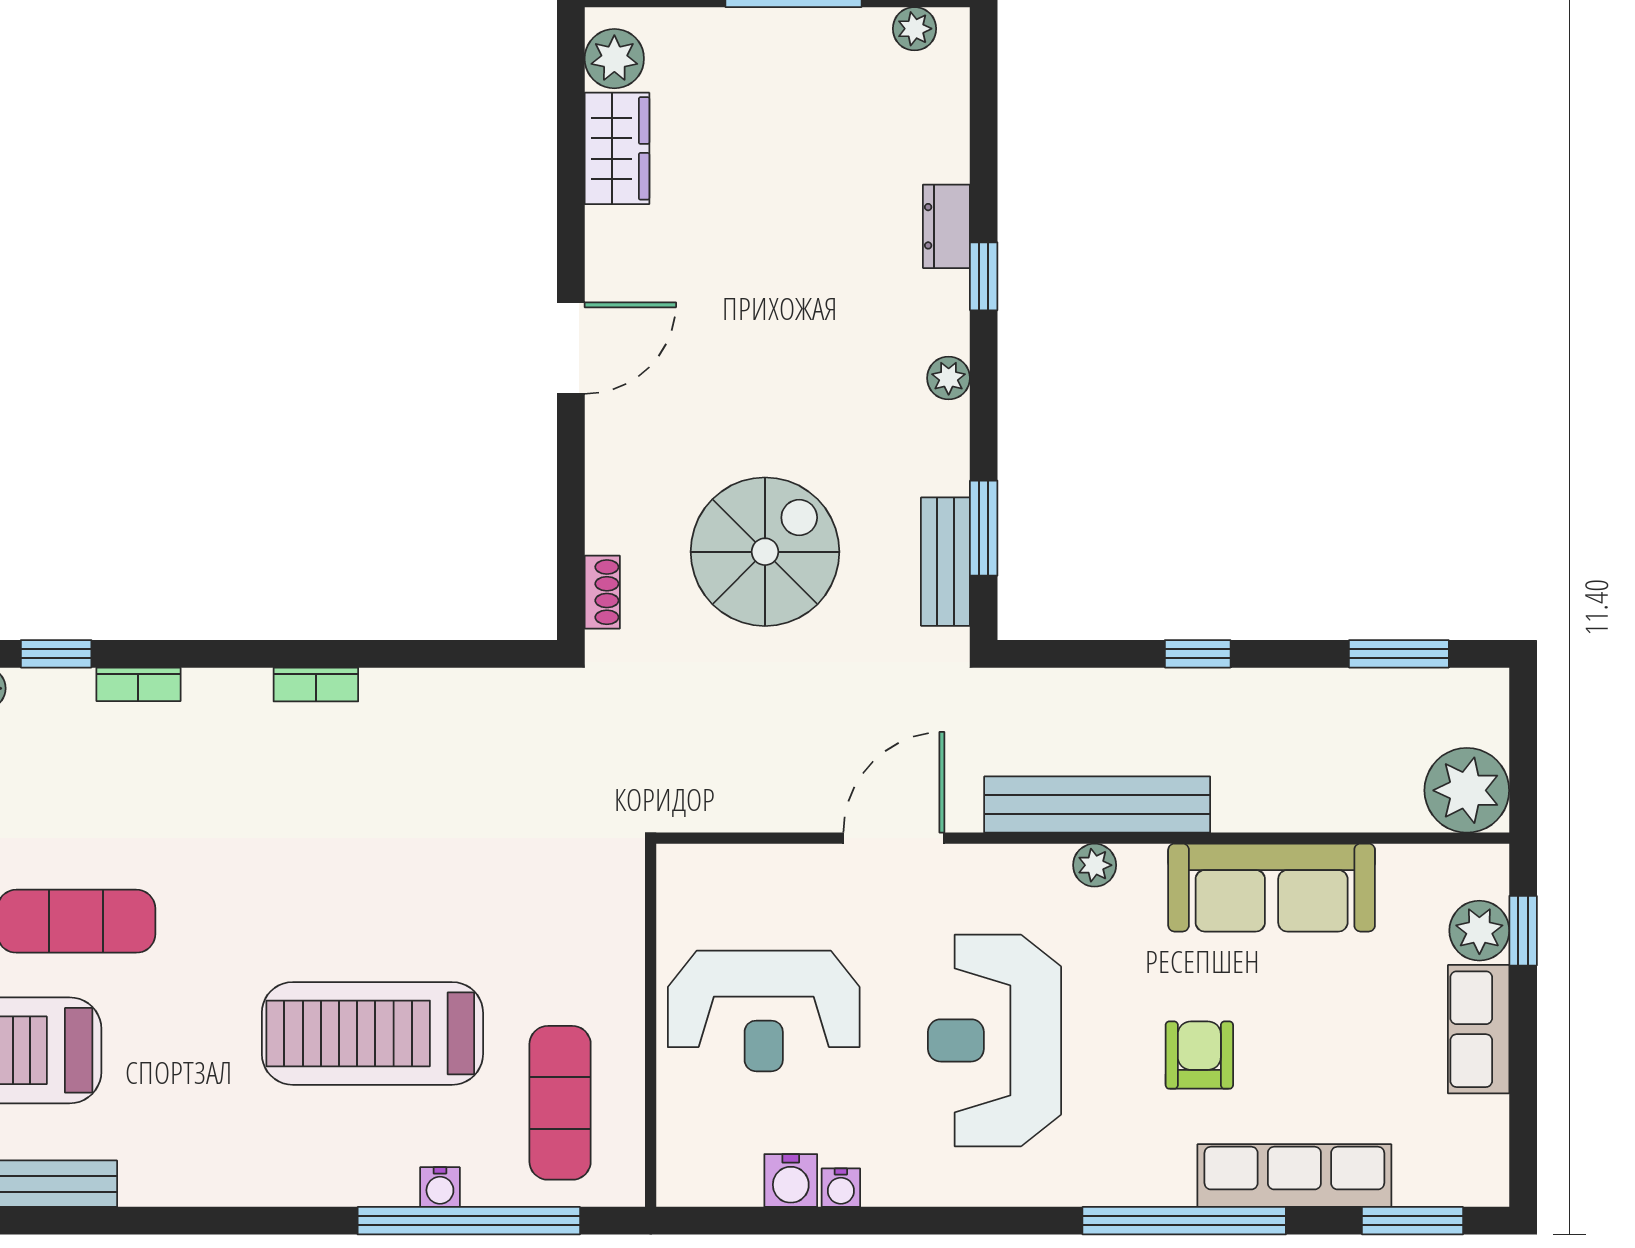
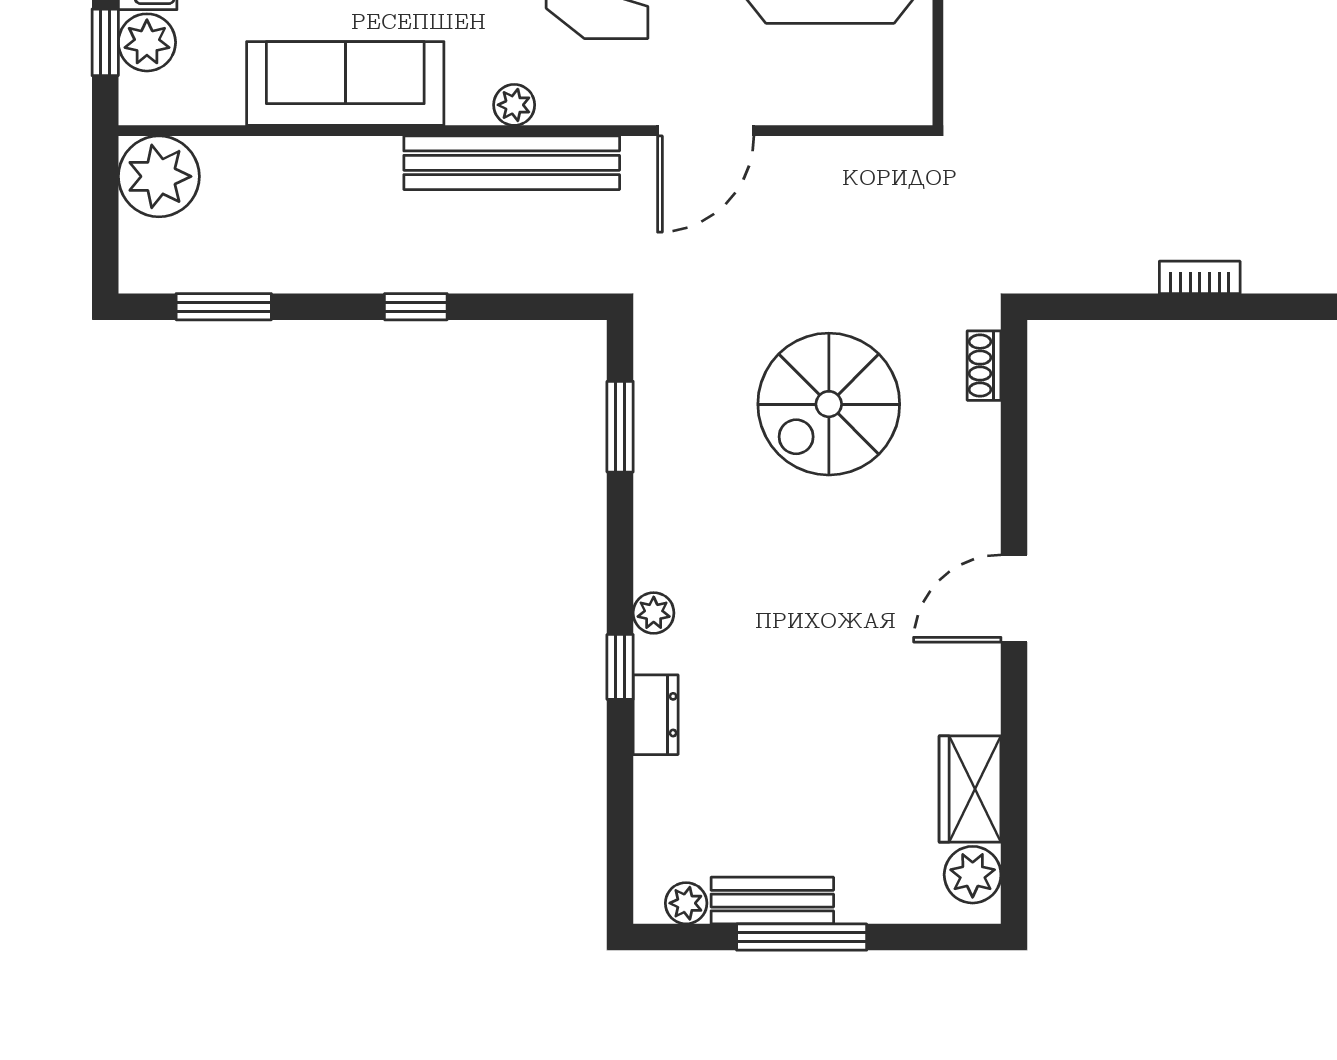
plant: (949, 378) -> (654, 613), moved
bench: (945, 562) -> (772, 901), moved, turned 90
bookcase: (316, 684) -> (1200, 277), moved

